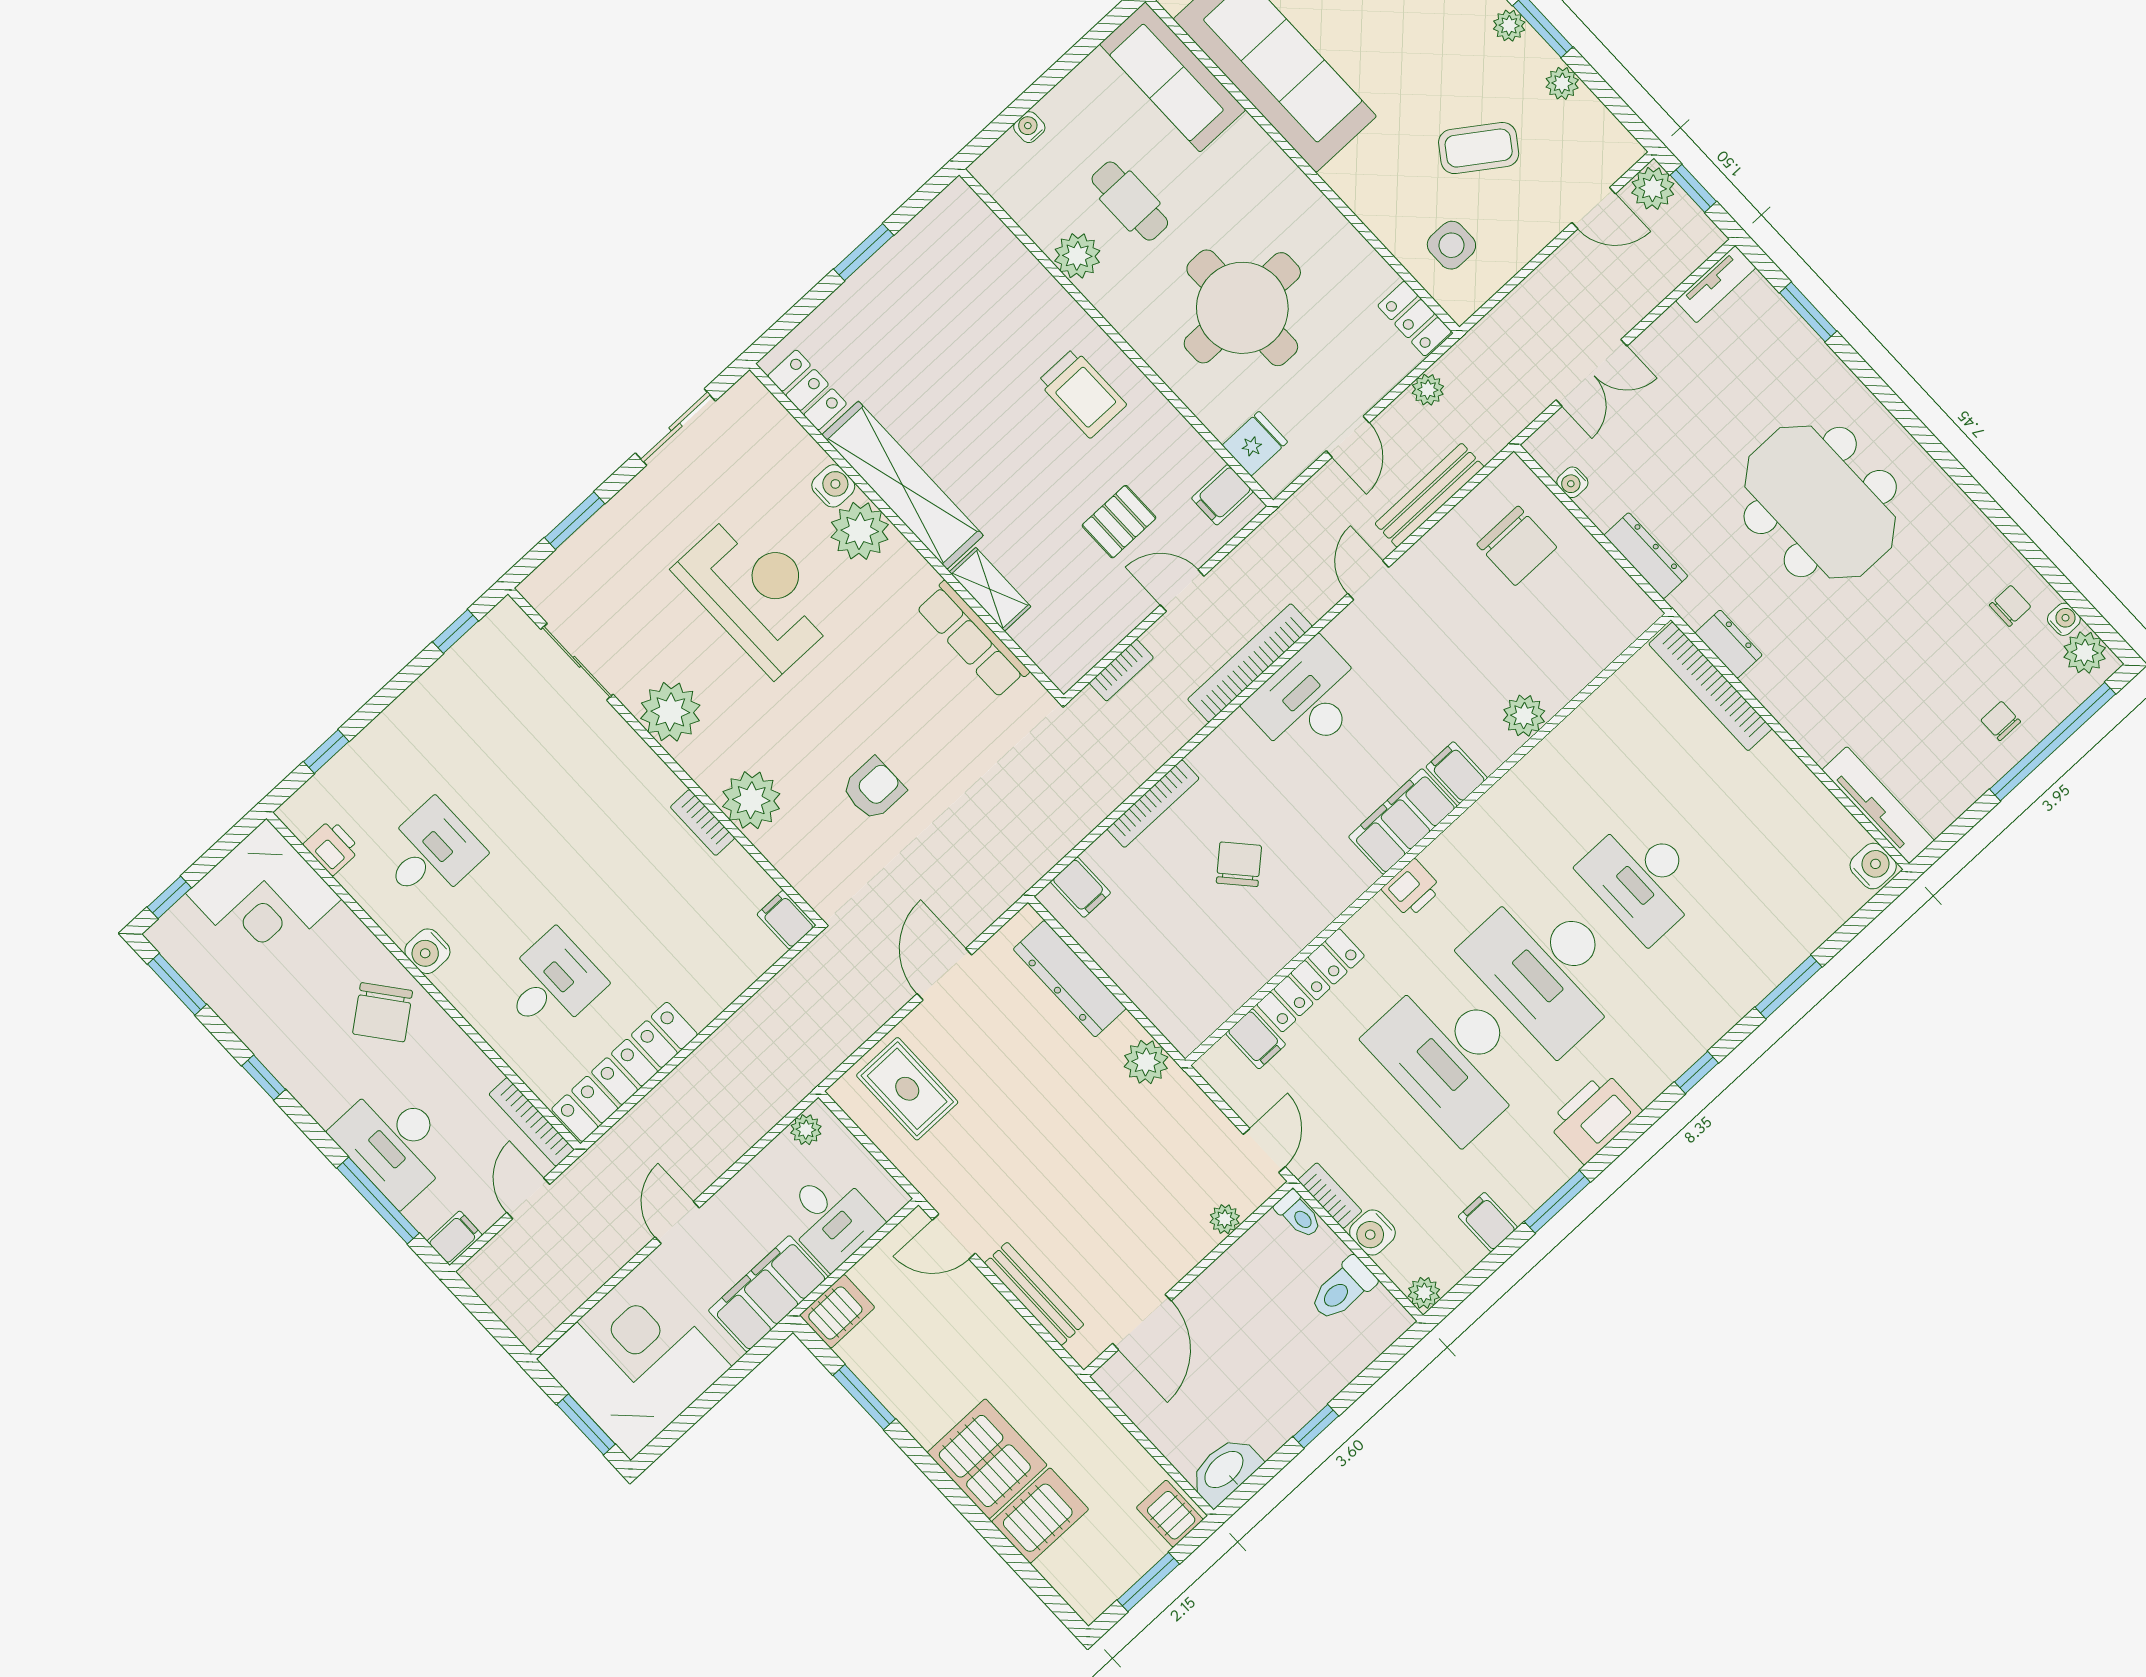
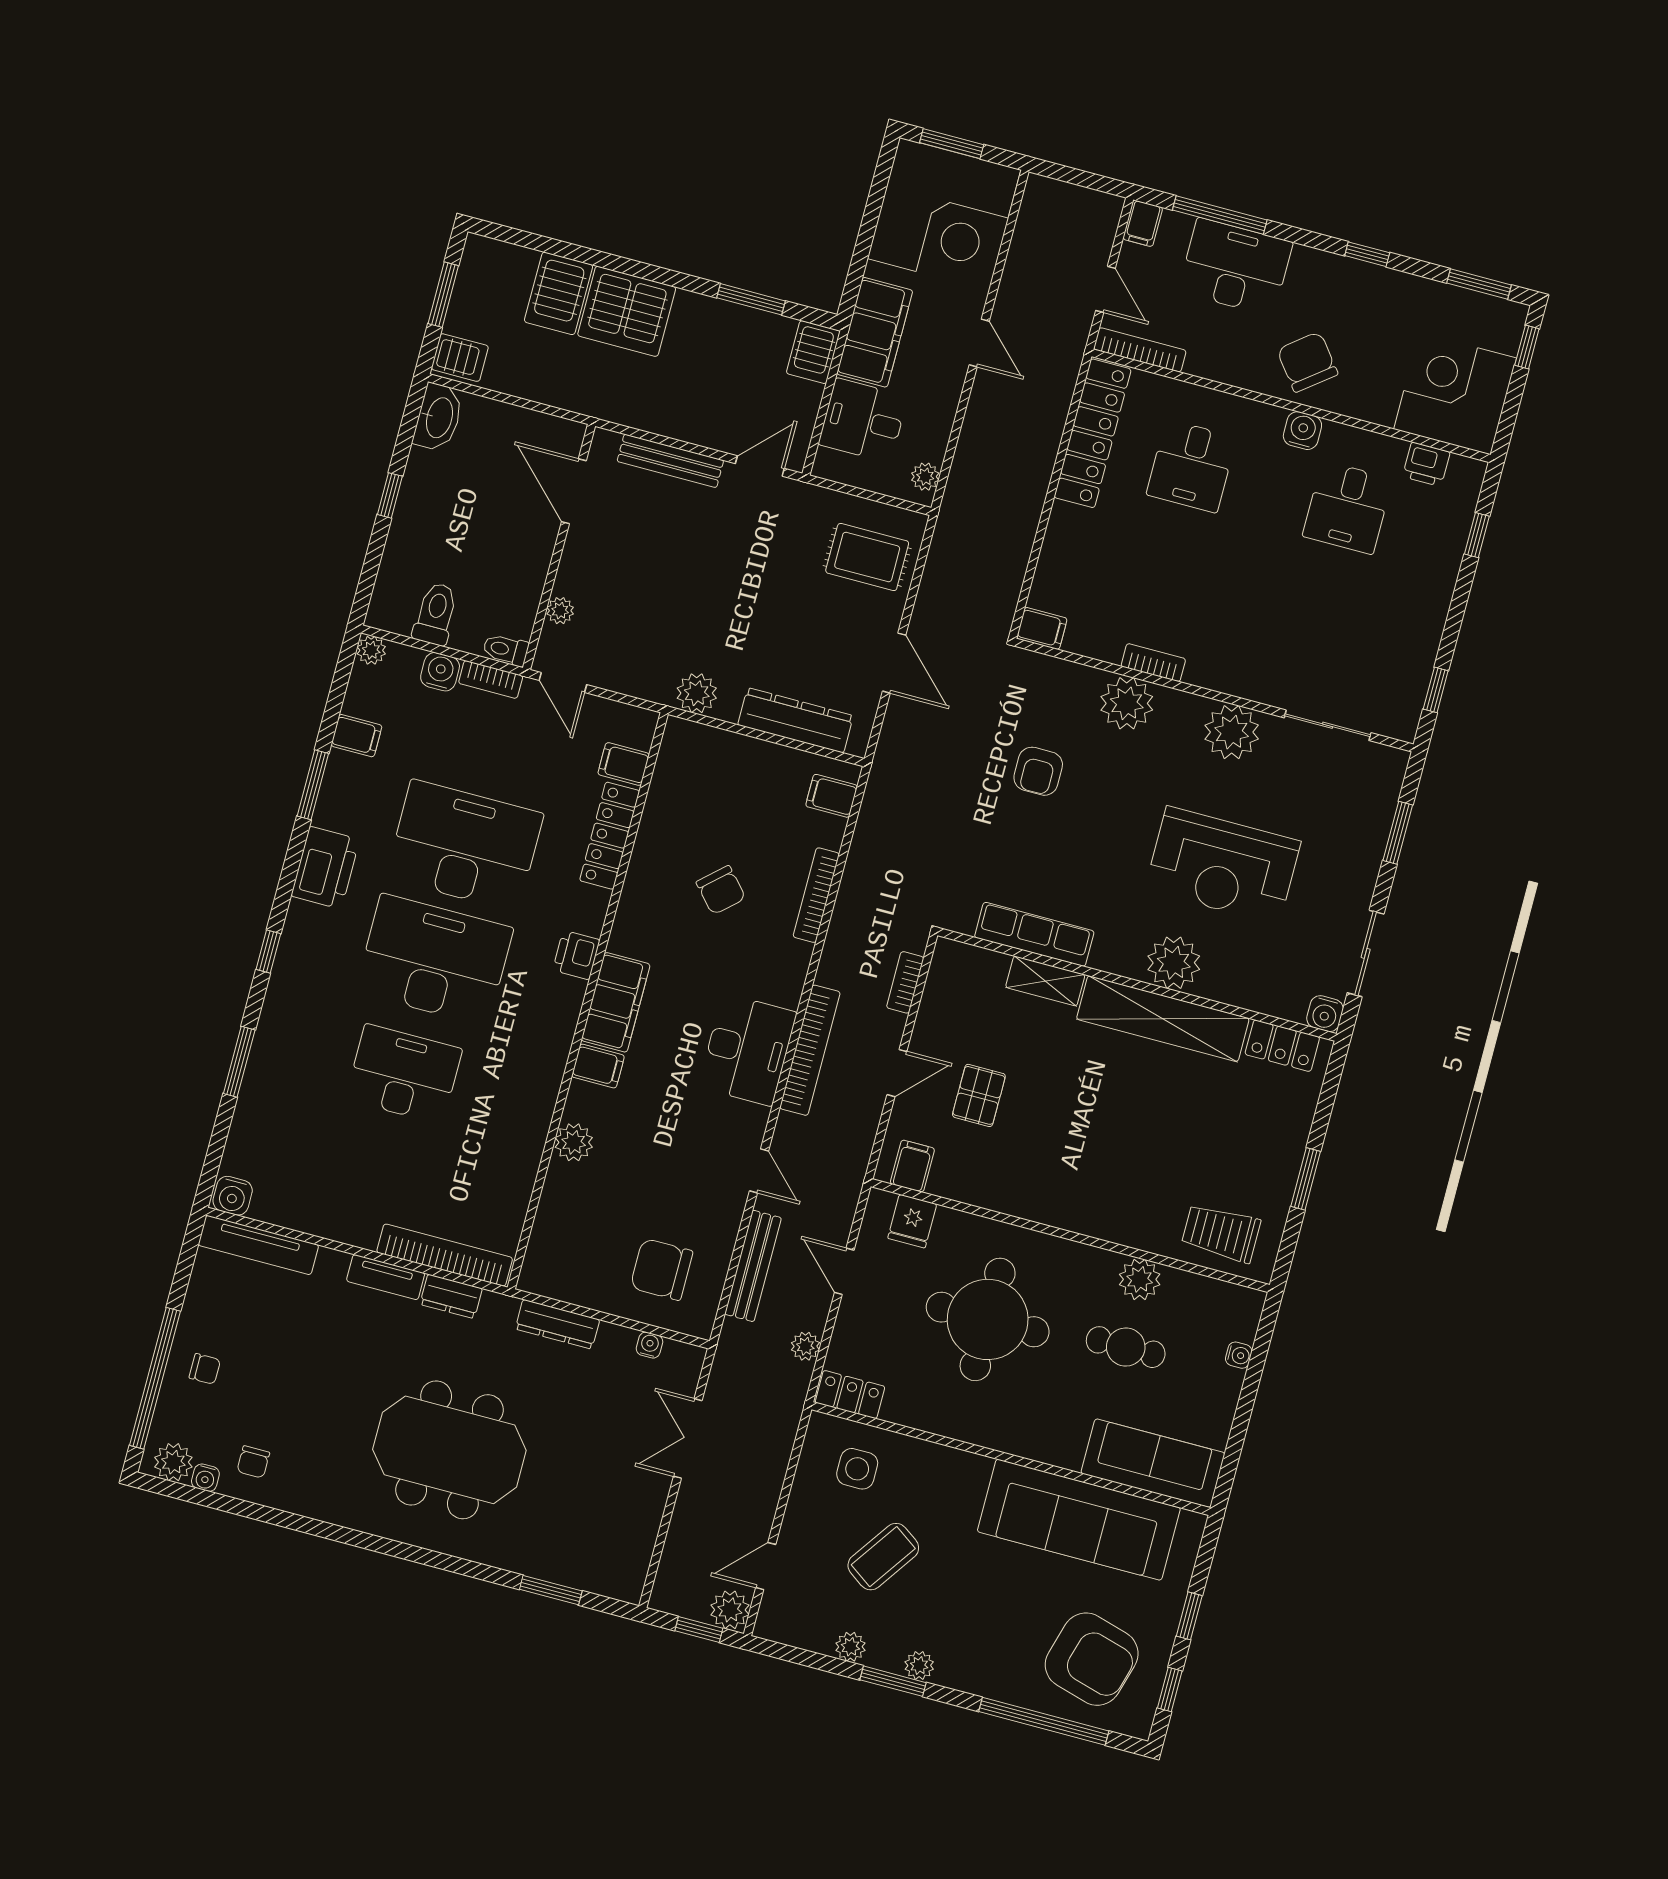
tv unit: (1716, 284) -> (386, 1277), moved, turned -90
trolley: (1082, 393) -> (1221, 1233), moved
water cooler: (833, 486) -> (1325, 1014), moved

